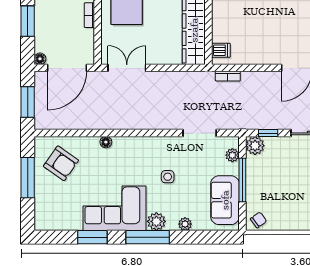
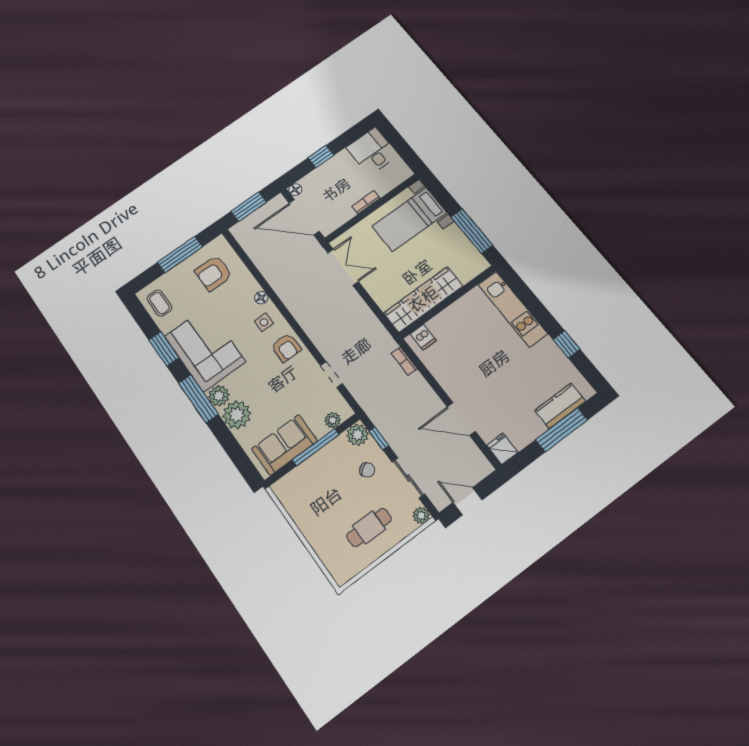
window: (28, 21) -> (321, 156), width x0.67
doorway: (200, 133) -> (331, 375), width x0.73
armchair: (156, 151) -> (286, 348), added
armchair: (61, 163) -> (214, 273), turned 55
side table: (168, 177) -> (264, 322), moved
coffee table: (55, 218) -> (159, 303), added
chair: (258, 220) -> (367, 470), moved
plant: (185, 224) -> (237, 415), width x1.88, depth x1.88

